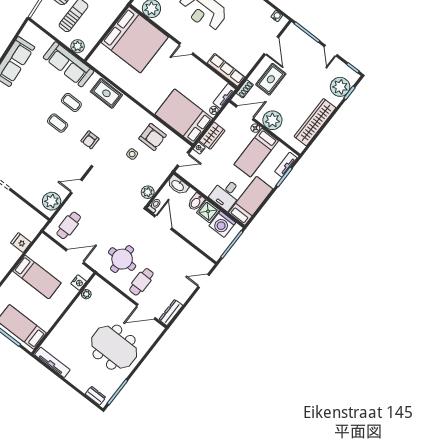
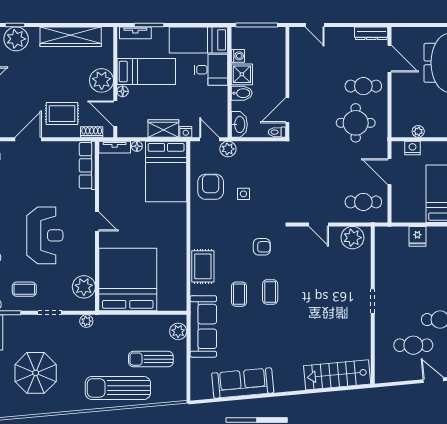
plant: (148, 192) -> (228, 149), moved
washing machine: (222, 224) -> (238, 56), width x0.53, depth x0.53

